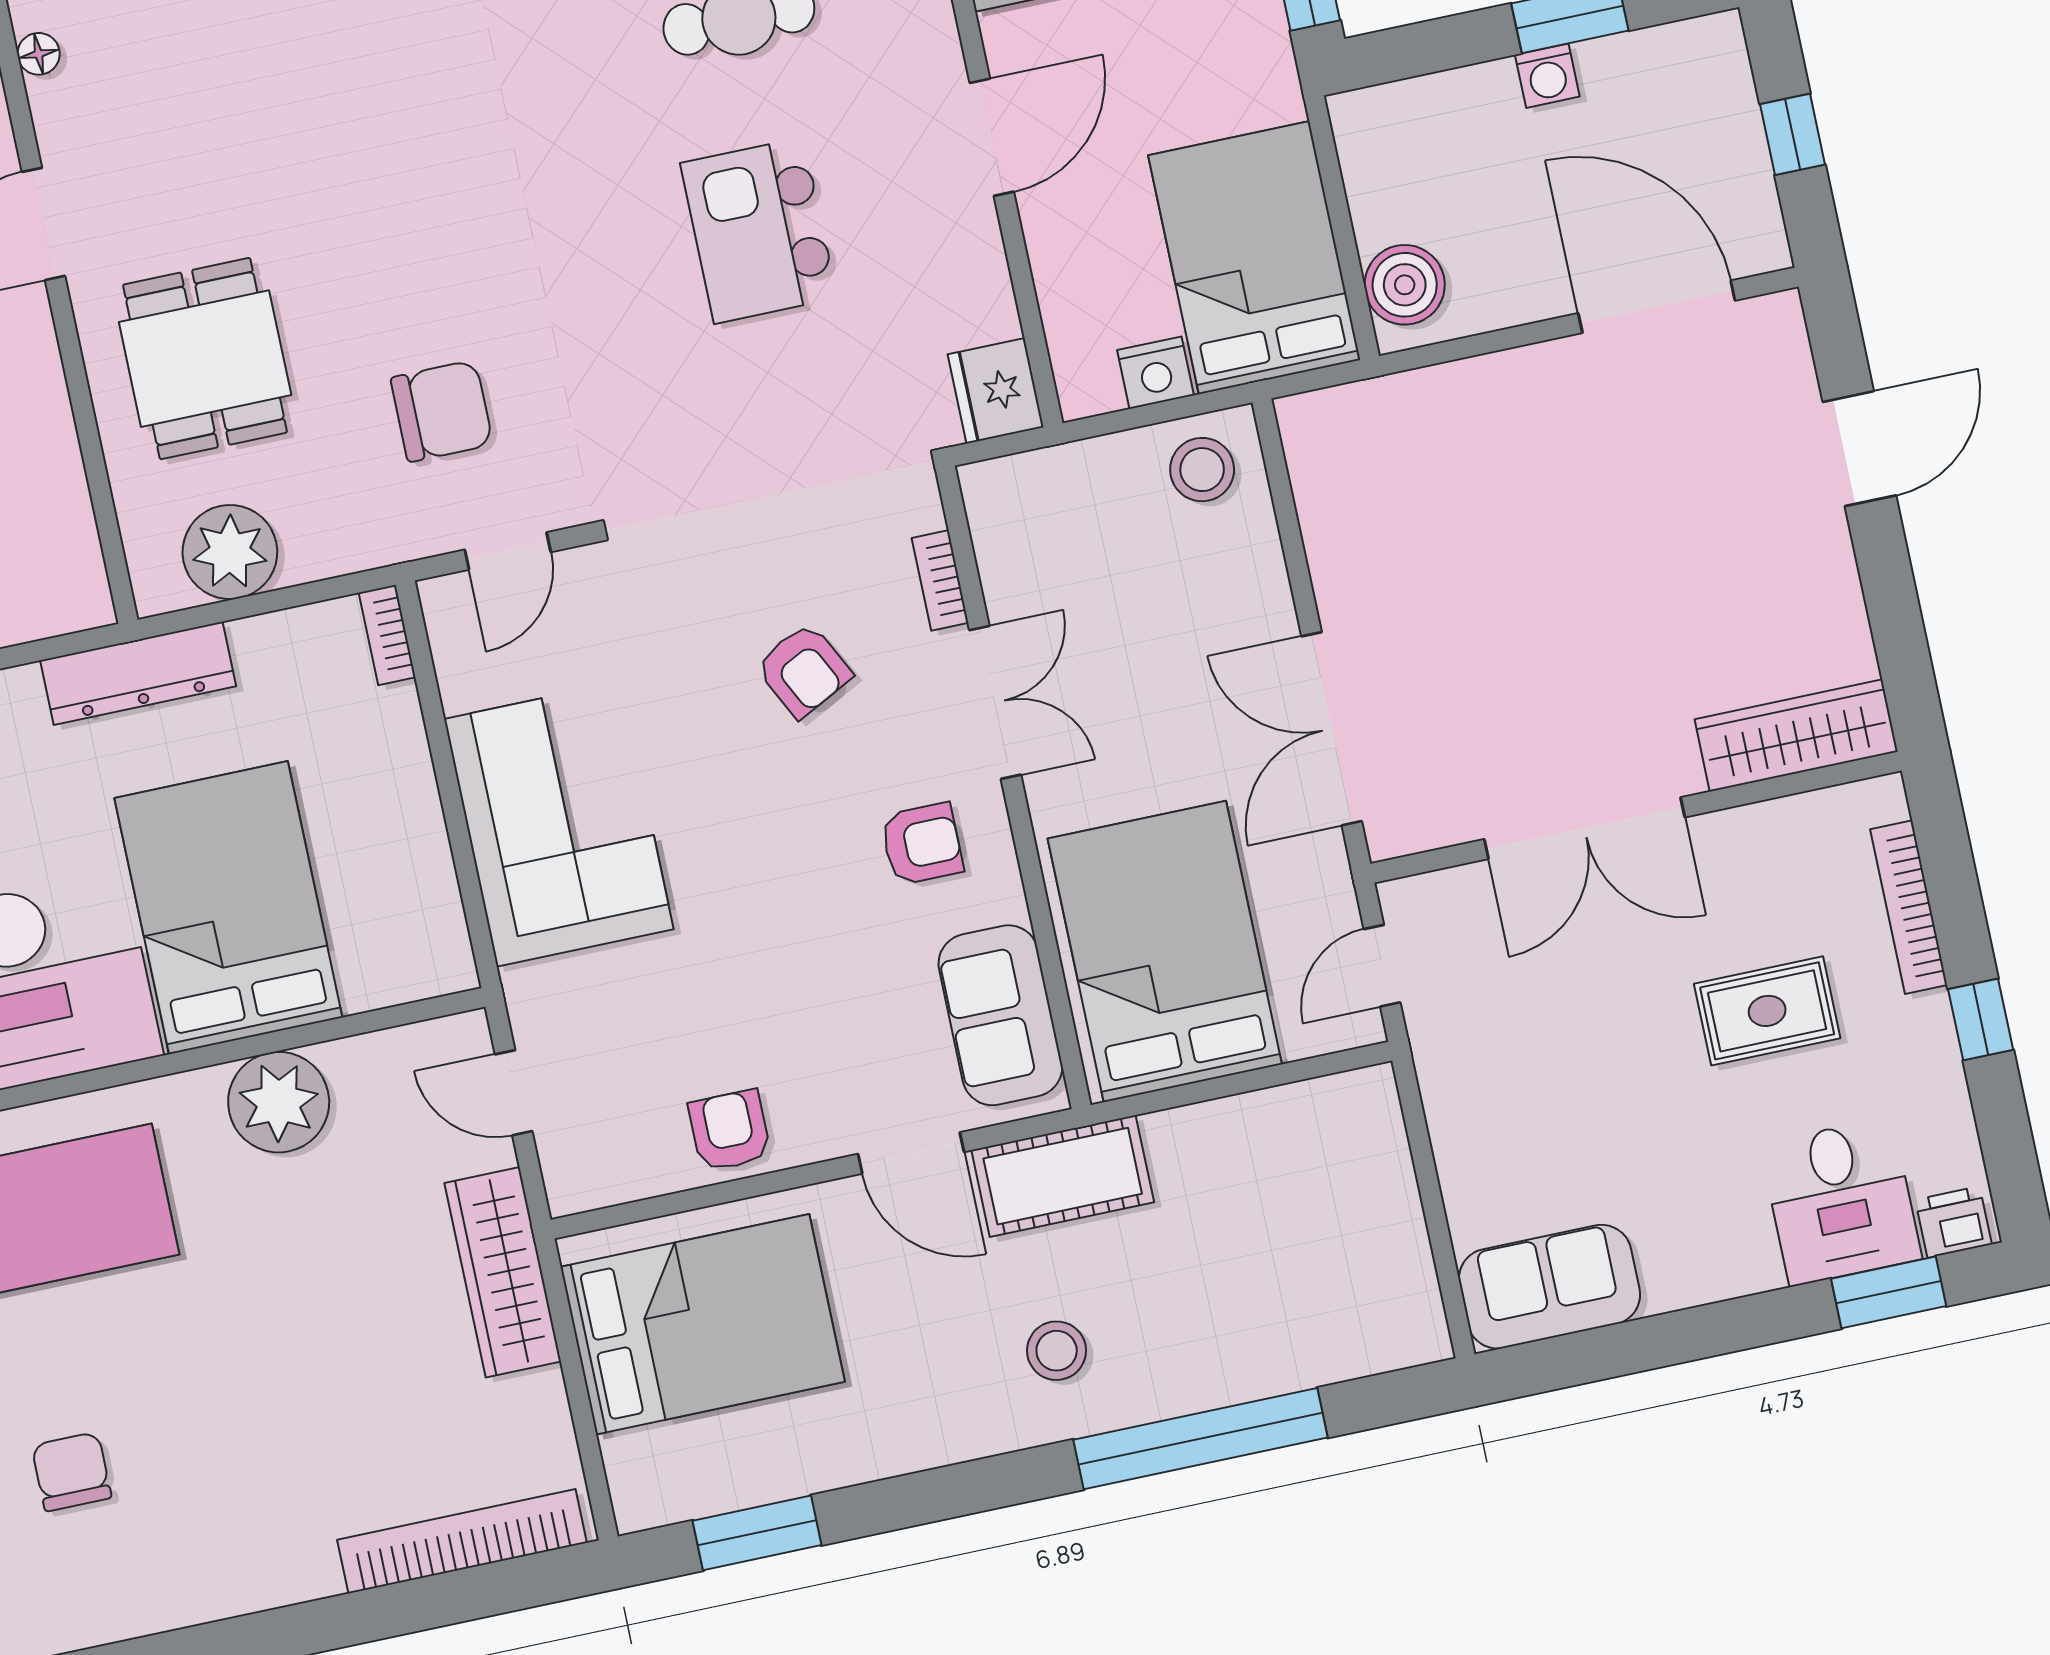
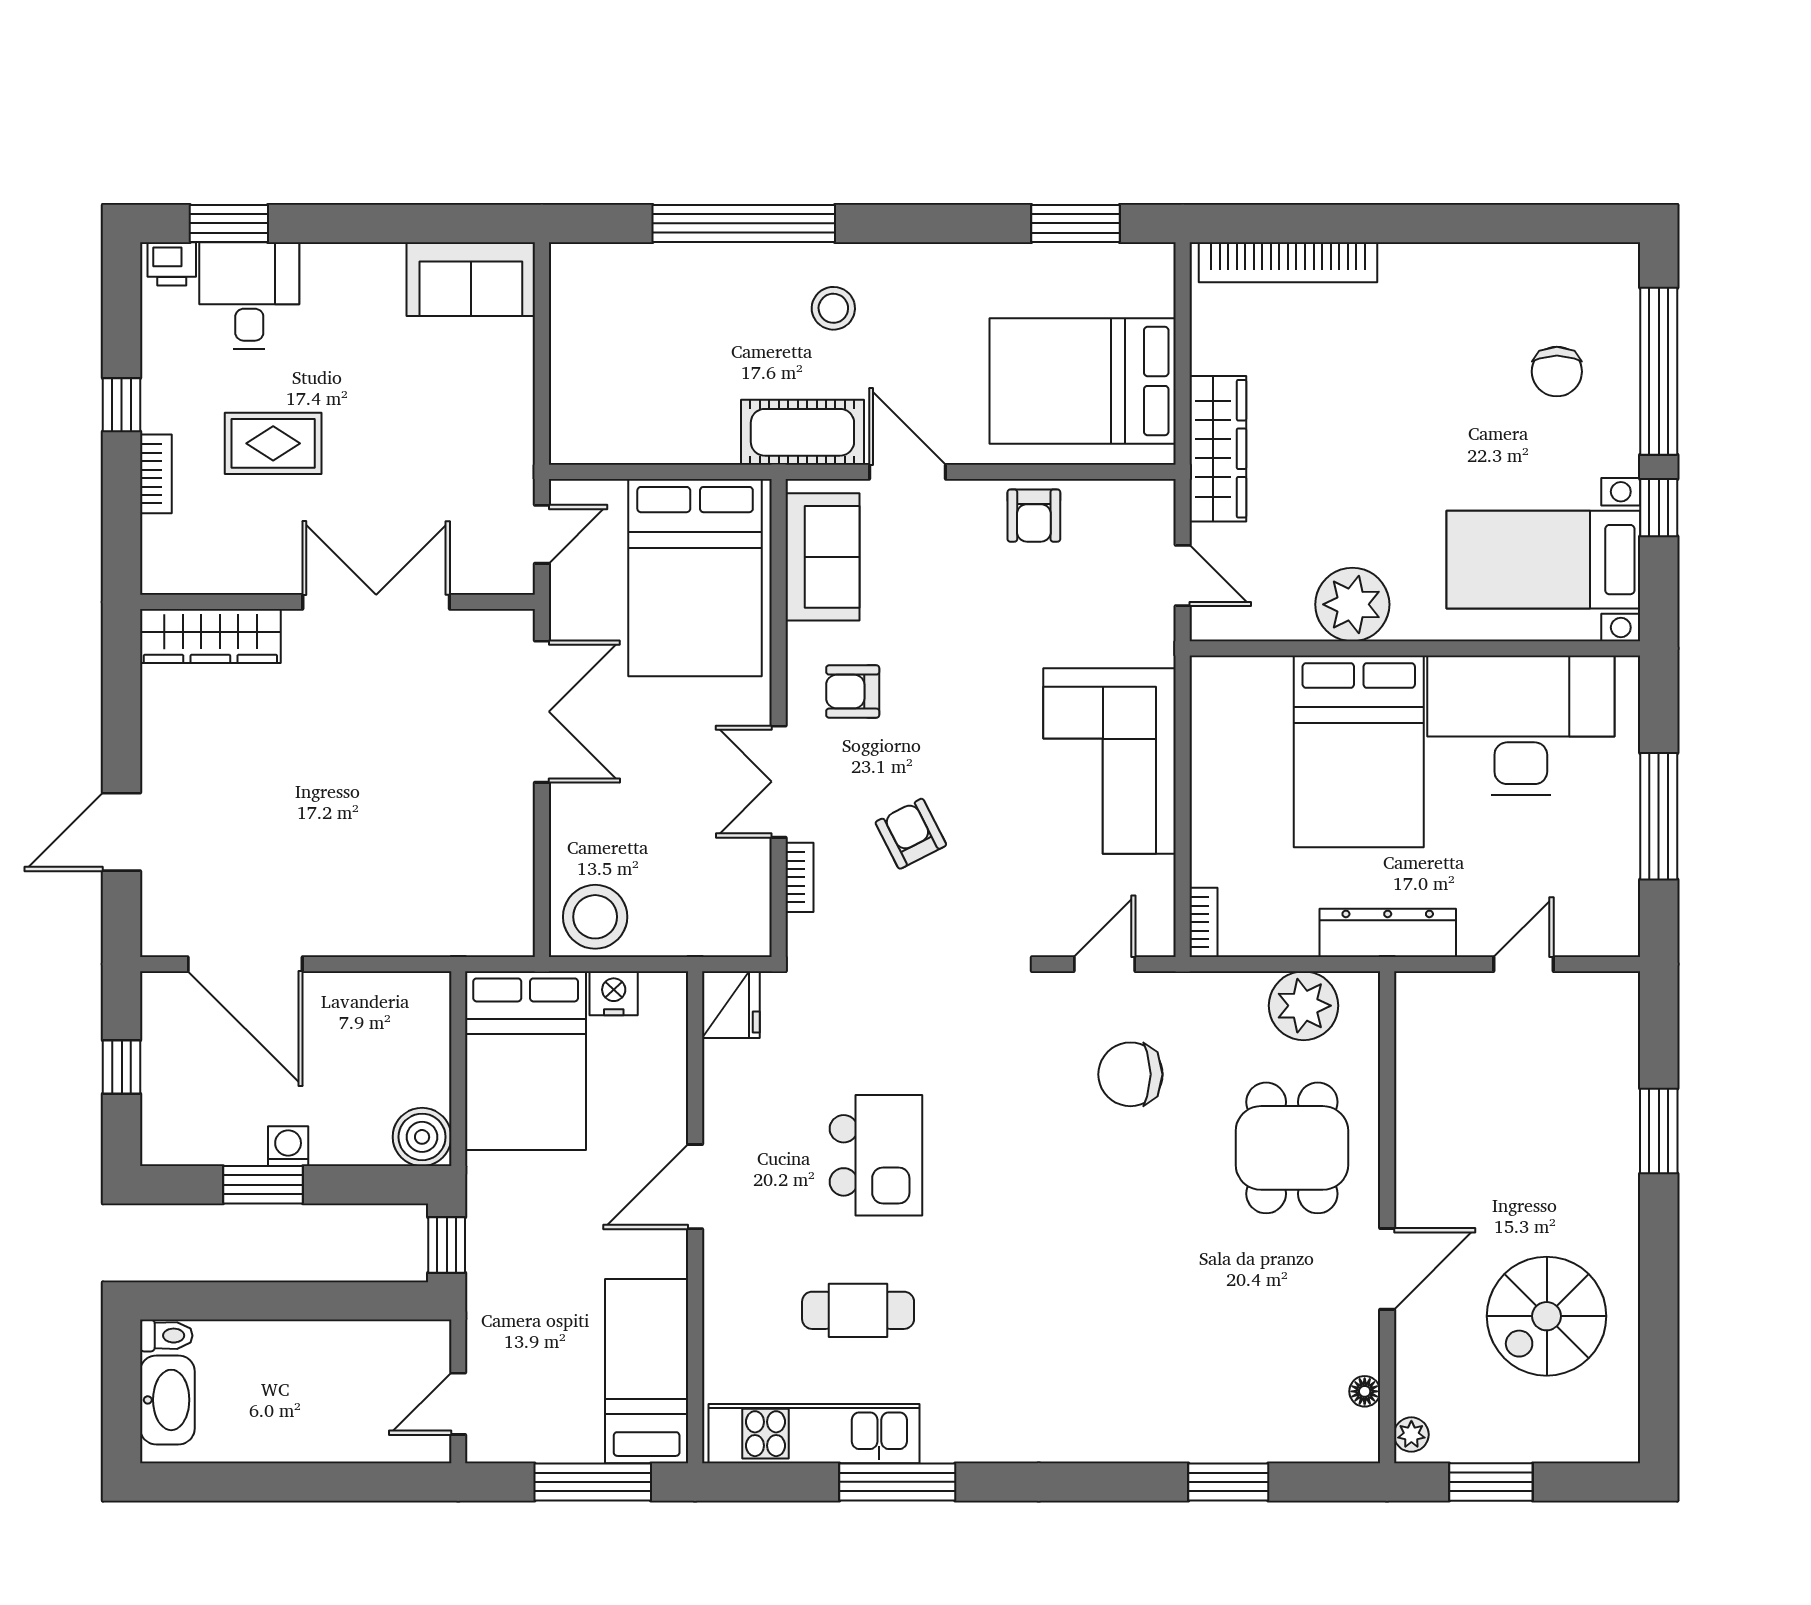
boiler: (1405, 285) -> (422, 1137), moved
stool: (1202, 470) -> (595, 917), width x1.38, depth x1.38
bookcase: (1909, 907) -> (156, 474), width x0.64

